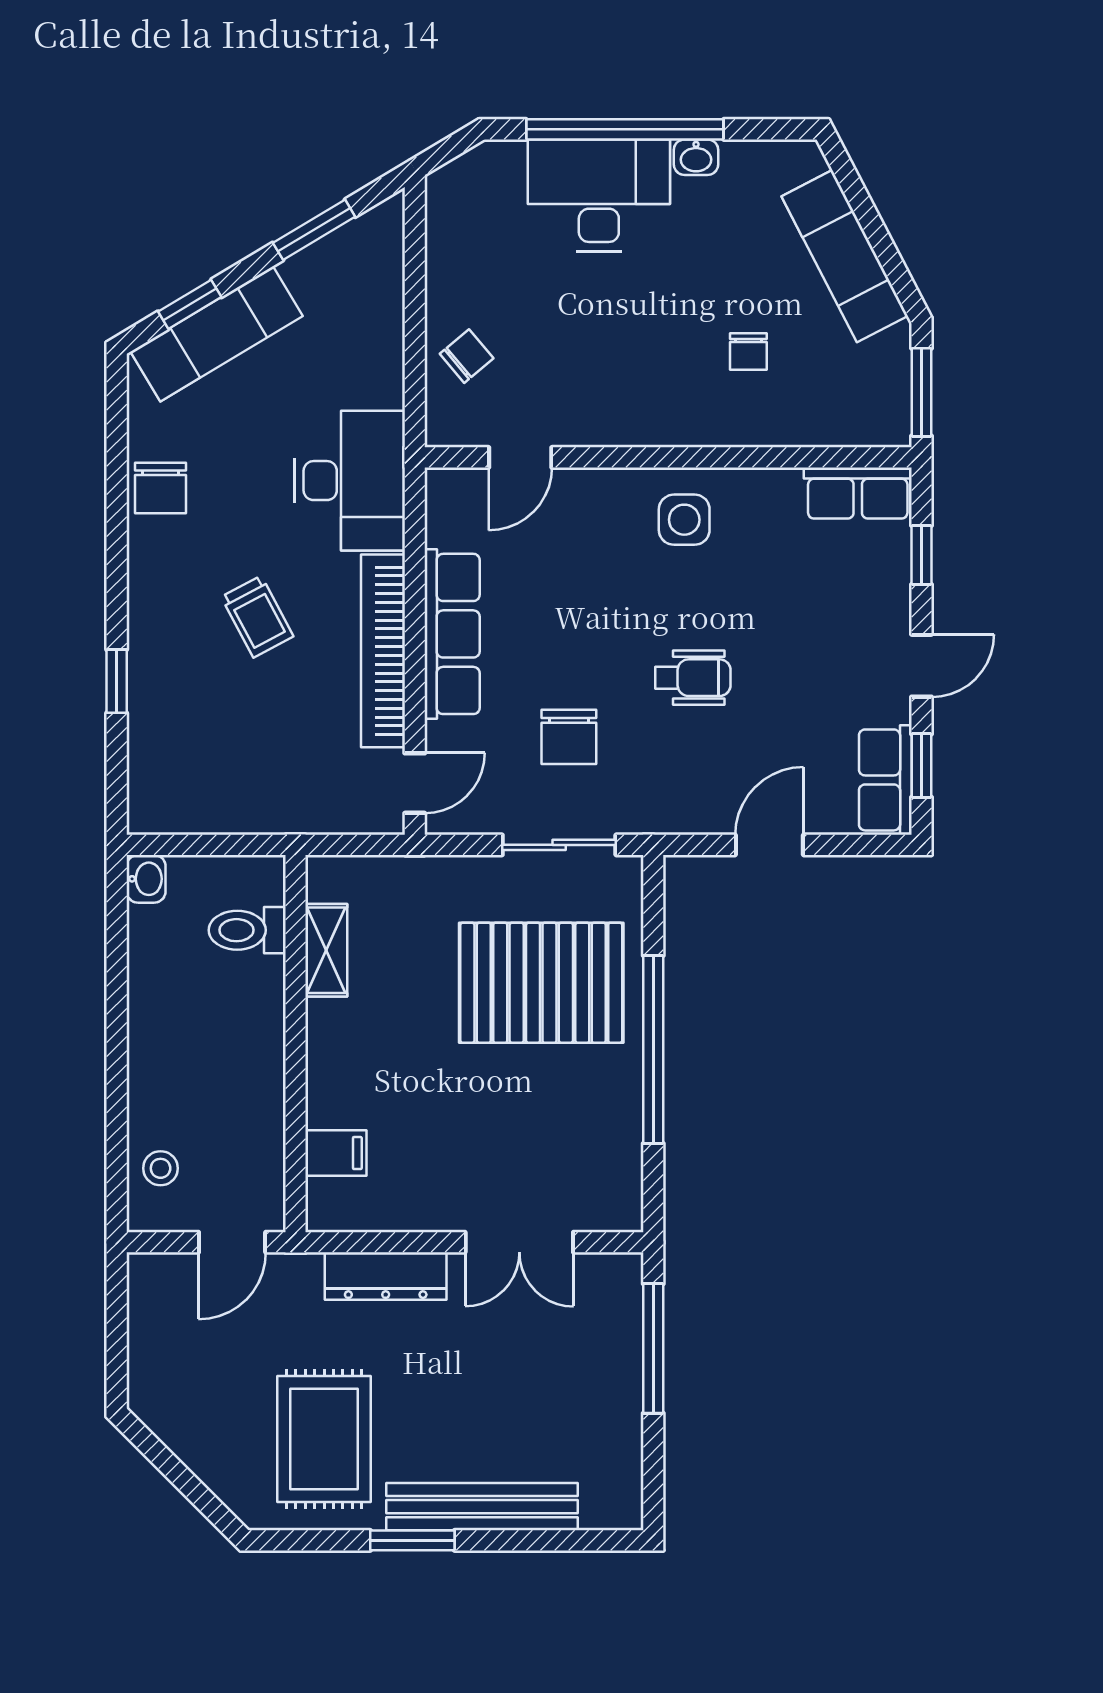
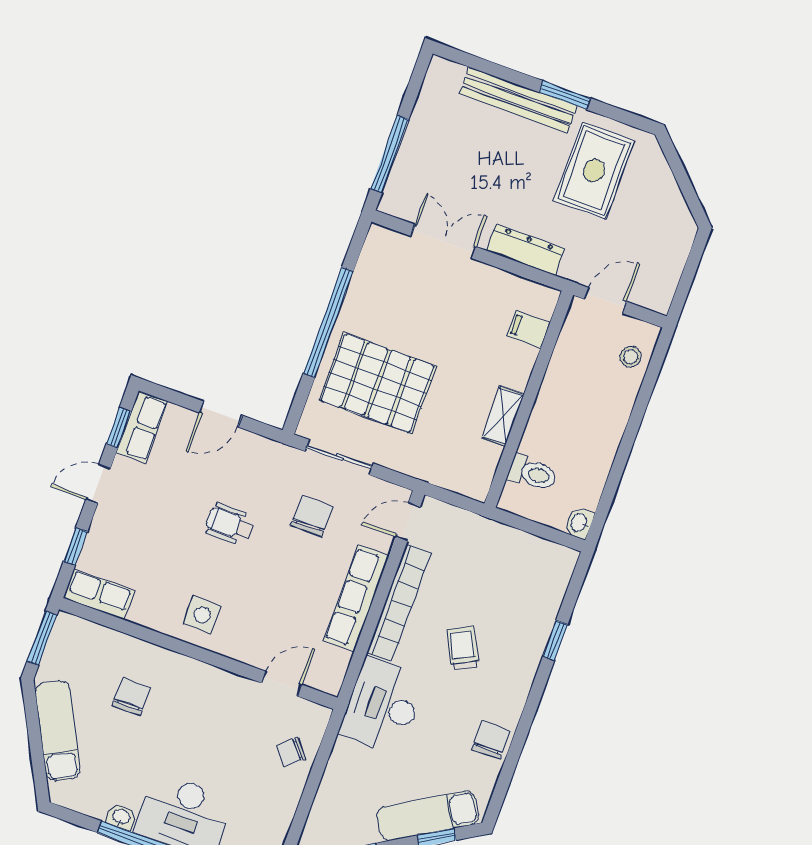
chair: (748, 351) -> (131, 697), width x1.37, depth x1.37
shelving: (326, 950) -> (503, 416), moved

